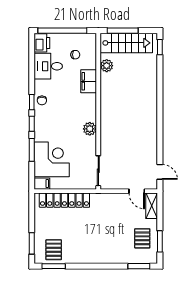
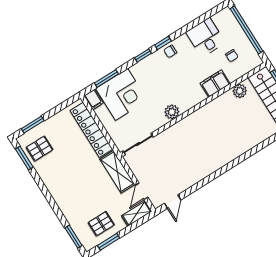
printer: (42, 43) -> (223, 18), removed
window: (32, 150) -> (106, 78), moved
shelving: (110, 200) -> (117, 172), added

